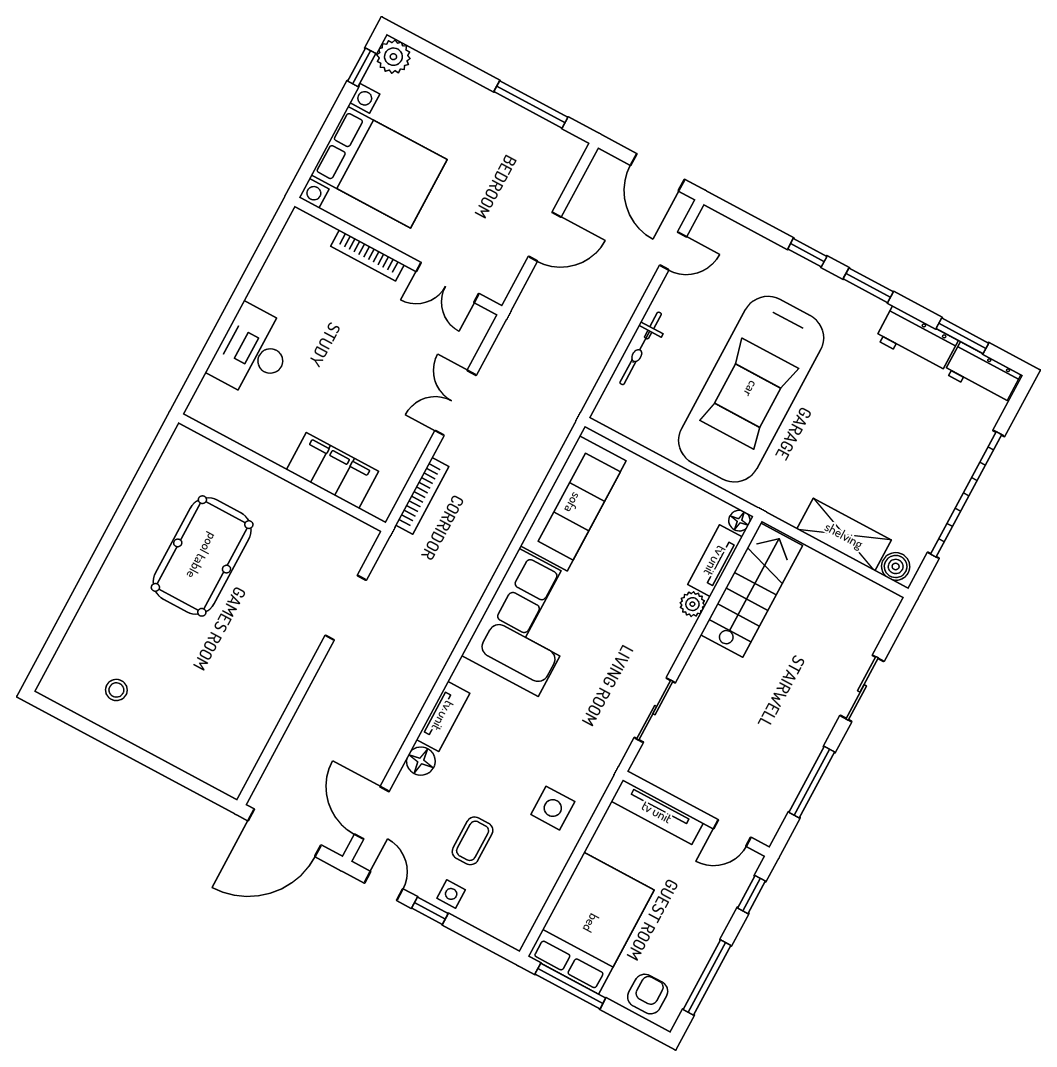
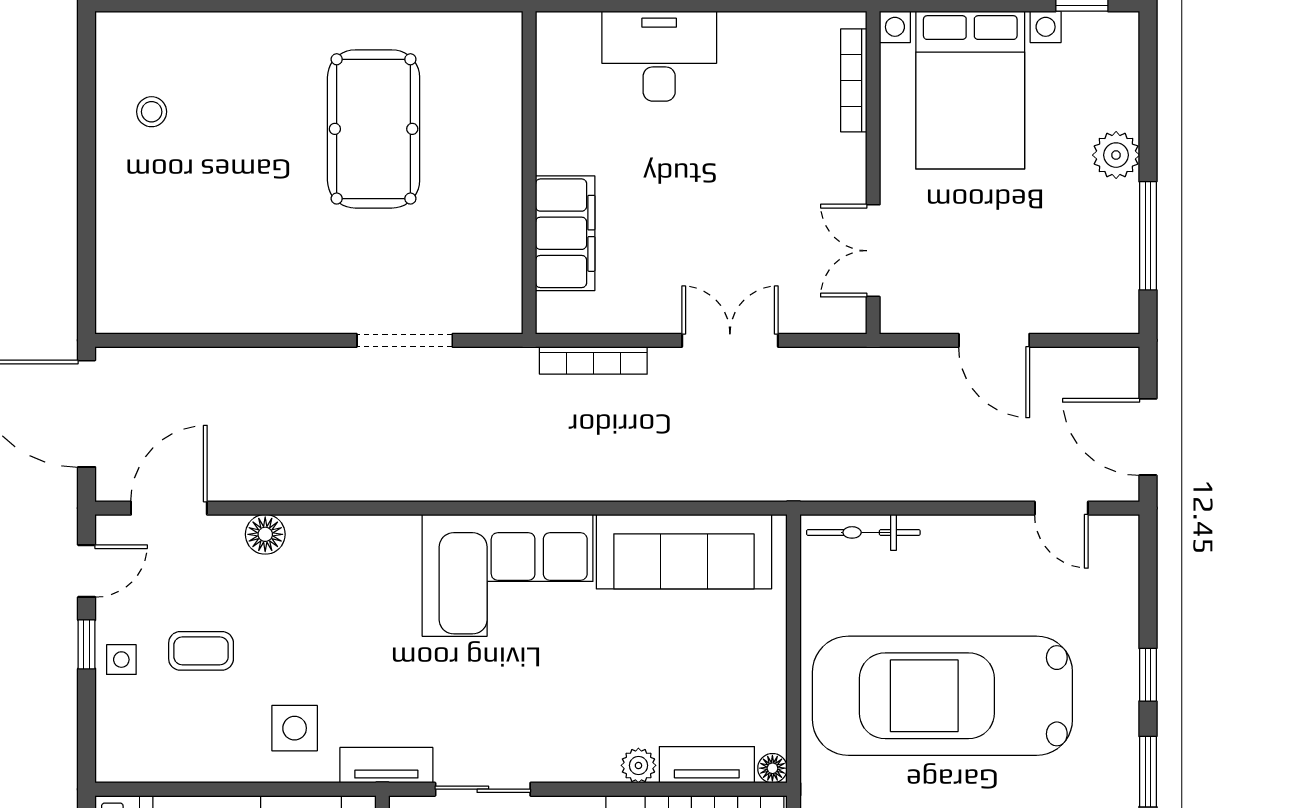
plant: (393, 57) -> (1116, 155), moved
door: (658, 172) -> (1148, 437), hinge flipped
bookcase: (367, 255) -> (854, 80), moved
bicycle: (641, 348) -> (863, 532), moved
pool table: (202, 556) -> (374, 129), turned 90
tv unit: (443, 716) -> (386, 765), moved, turned 180

